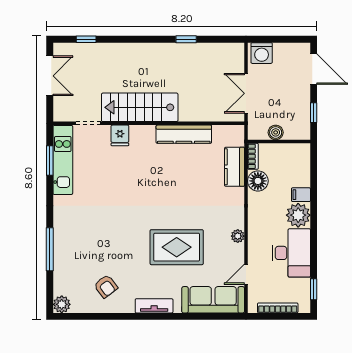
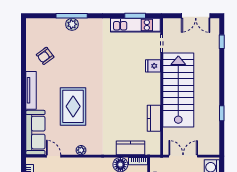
stairs: (140, 107) -> (178, 90), width x1.36, depth x1.51
kitchen counter: (184, 134) -> (154, 118), width x0.67
plant: (62, 304) -> (72, 24), moved
tv unit: (154, 306) -> (31, 90), width x1.41

